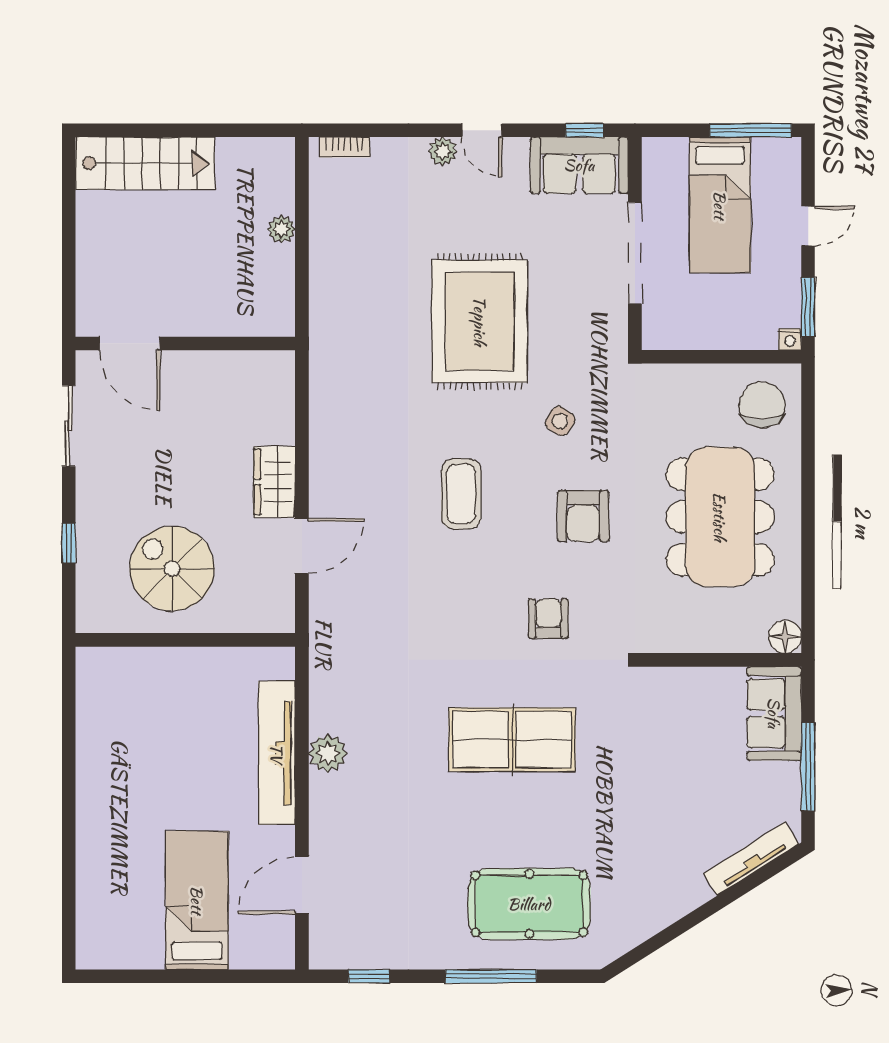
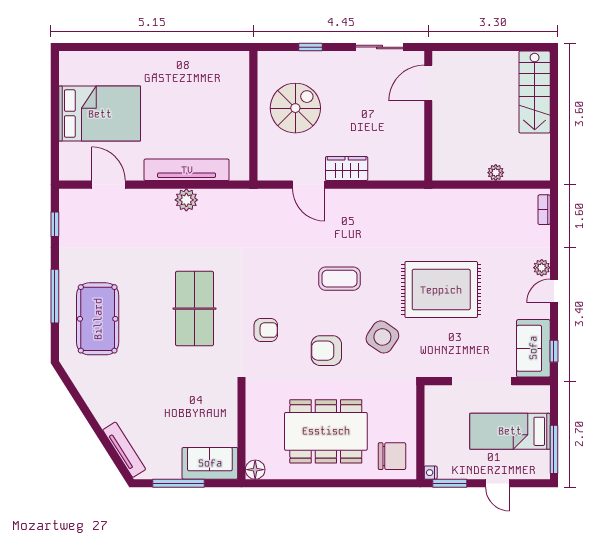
side table: (560, 421) -> (382, 337), width x1.87, depth x1.87
bed: (197, 900) -> (100, 114), width x1.50

